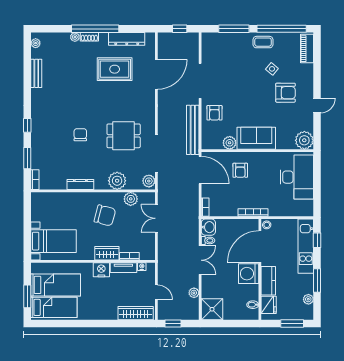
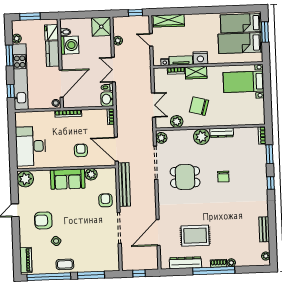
plant: (117, 181) -> (201, 137), moved
kitchen unit: (306, 246) -> (20, 77), width x1.36
washing machine: (249, 274) -> (70, 45), moved

